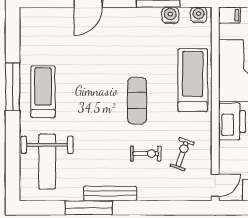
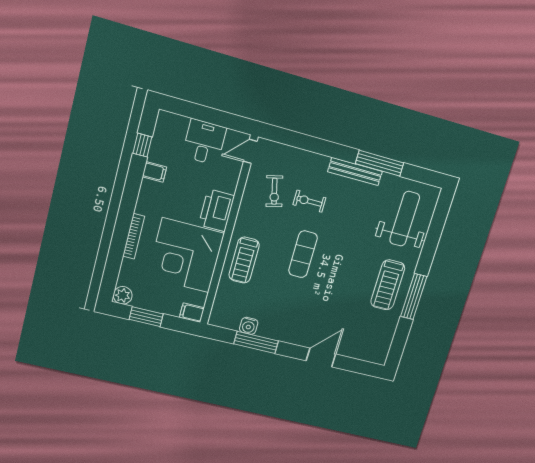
water cooler: (199, 15) -> (222, 320), removed
treadmill: (193, 80) -> (244, 260), width x0.73, depth x0.73
exercise bike: (182, 154) -> (274, 191), turned -33

